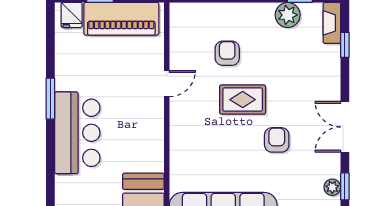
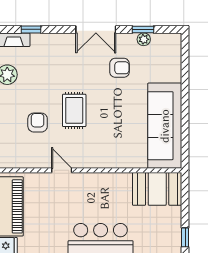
armchair: (227, 53) -> (38, 123), turned 90
armchair: (277, 140) -> (120, 68), moved, turned 180

